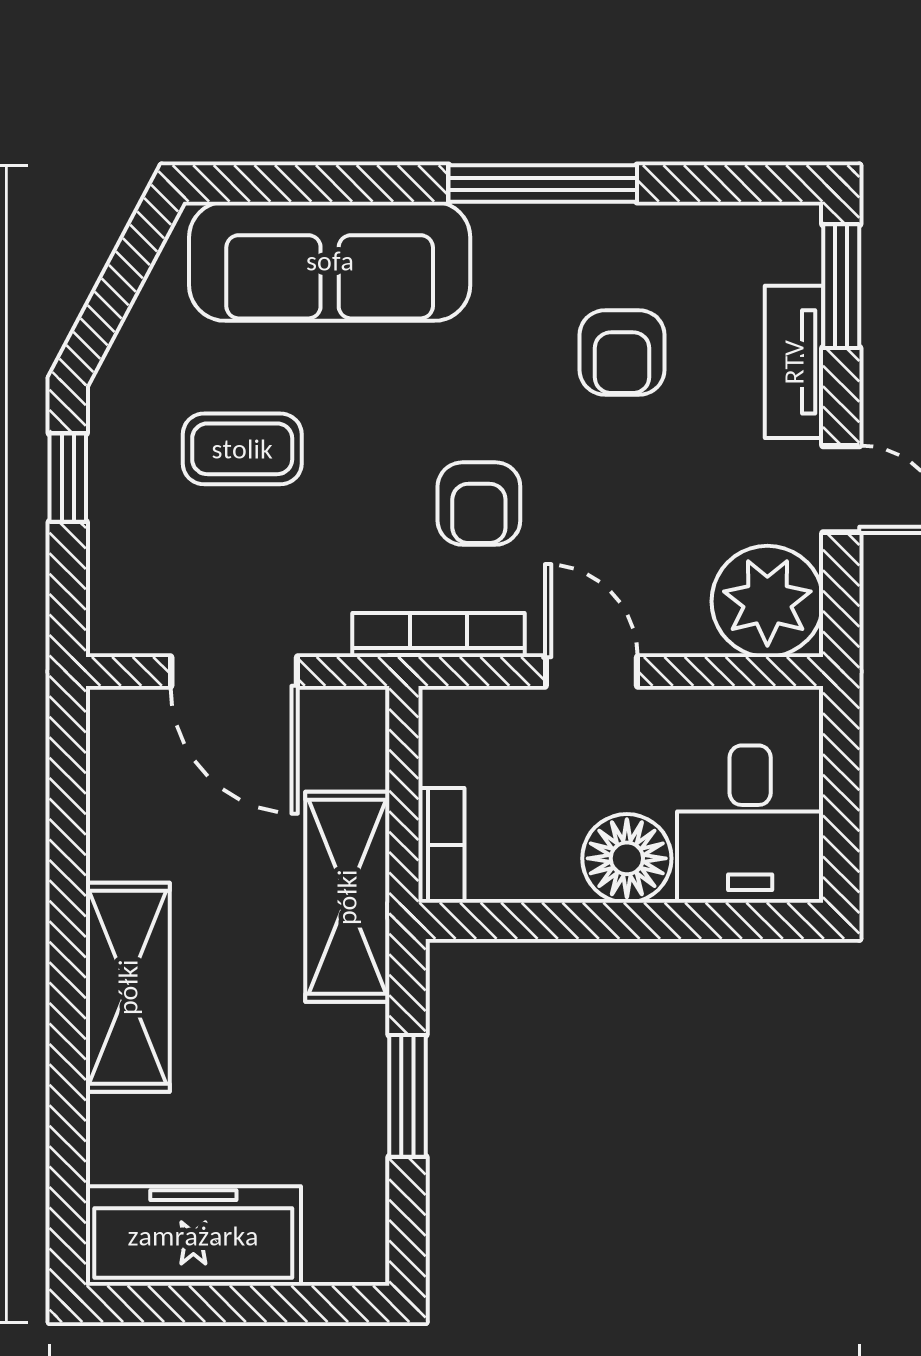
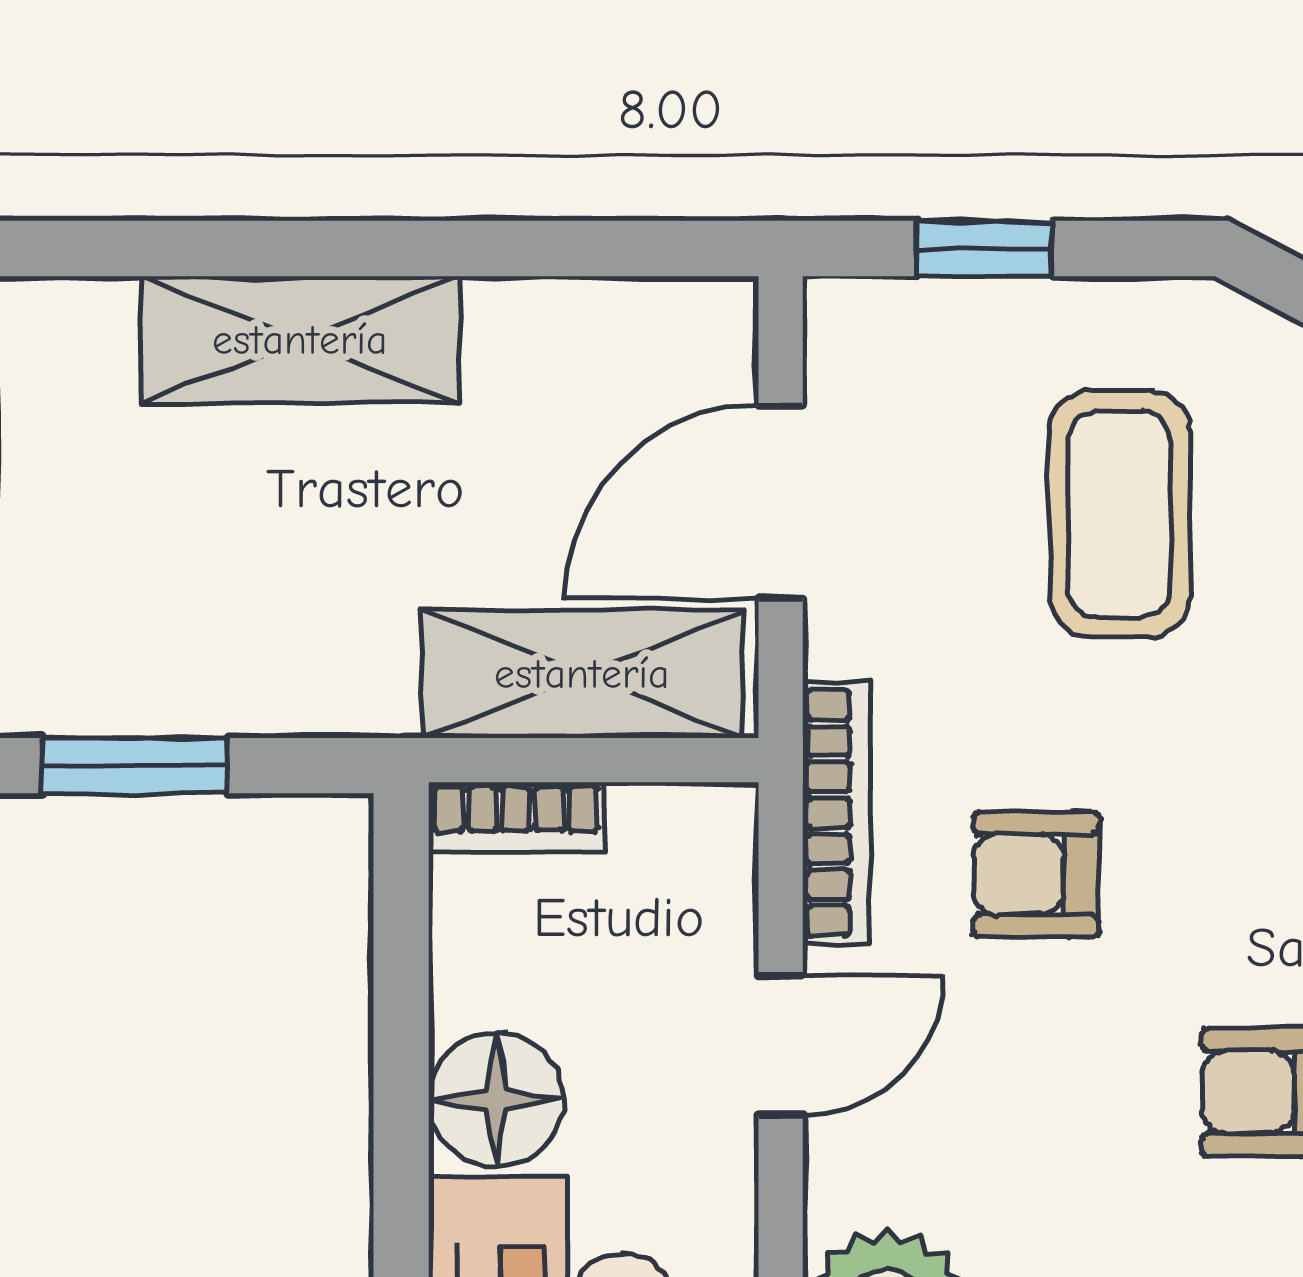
coffee table: (242, 449) -> (1119, 514), width x1.36, depth x1.30
window: (68, 478) -> (984, 248), moved
shelving: (347, 897) -> (582, 674), moved

